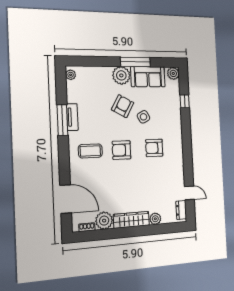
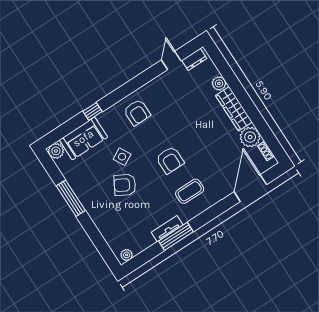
plant: (121, 75) -> (94, 205), removed
sofa: (148, 77) -> (83, 138), moved, turned 90
window: (185, 101) -> (93, 111), moved
armchair: (154, 148) -> (137, 112), moved
coffee table: (90, 151) -> (190, 191), turned 90

